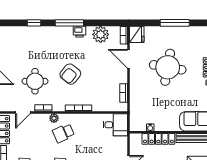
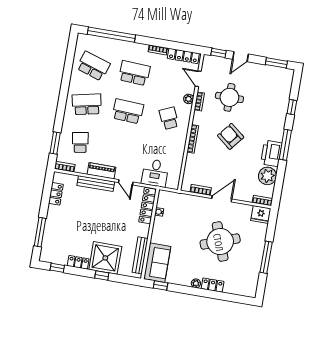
printer: (79, 32) -> (271, 153), width x1.87, depth x1.48
door: (128, 59) -> (222, 199), moved
round table: (168, 67) -> (220, 242), turned -30
plant: (54, 118) -> (189, 99), moved
desk: (115, 125) -> (155, 173), moved
locker: (158, 139) -> (148, 206), moved

